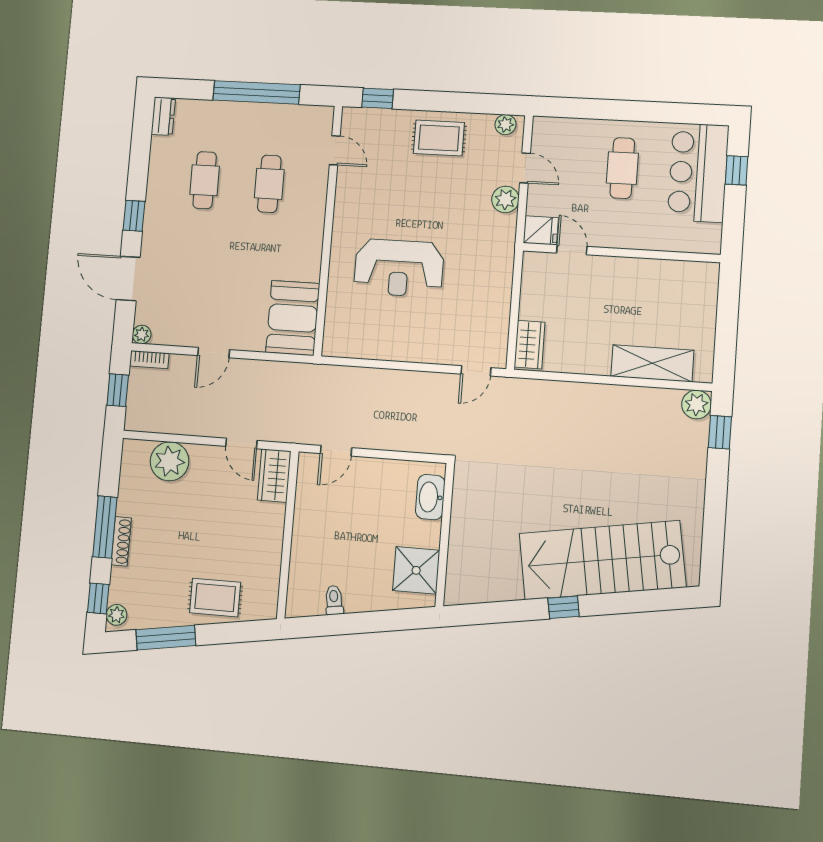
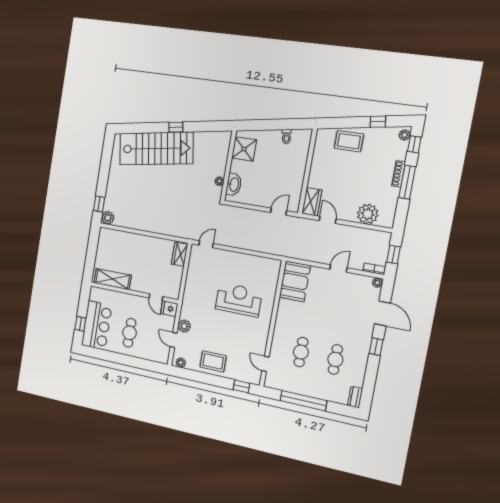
shelving: (652, 363) -> (113, 279), moved
plant: (461, 501) -> (219, 181), added
window: (166, 638) -> (378, 122), width x0.46

